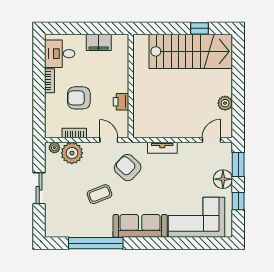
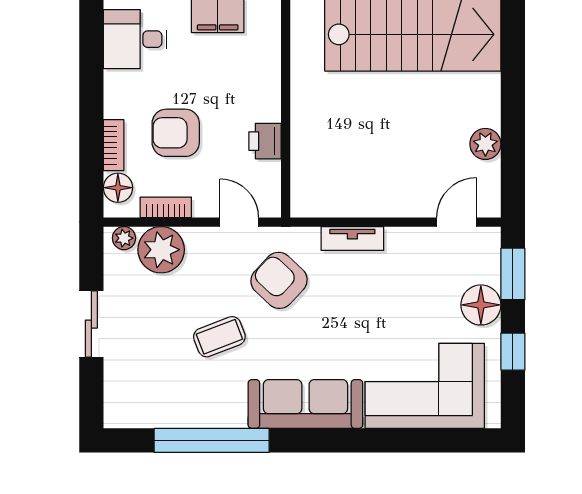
bookcase: (50, 81) -> (114, 145), moved
floor lamp: (52, 124) -> (118, 188), added

